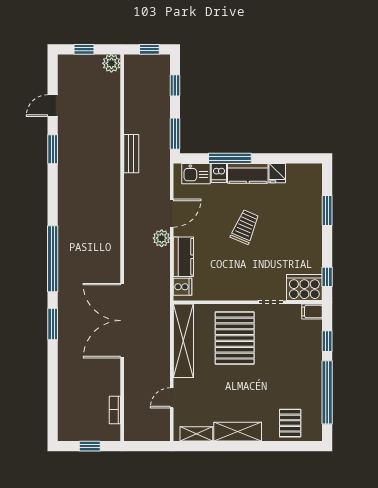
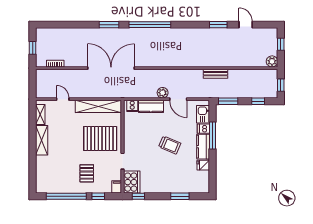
pallet: (290, 423) -> (87, 173), moved, turned 90

